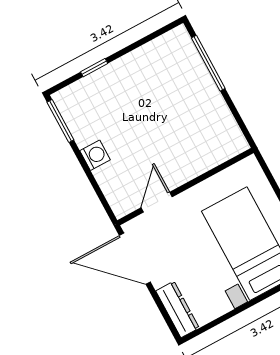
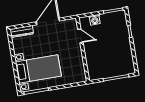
wall: (186, 187) -> (83, 49), moved
door: (157, 202) -> (80, 36), moved

